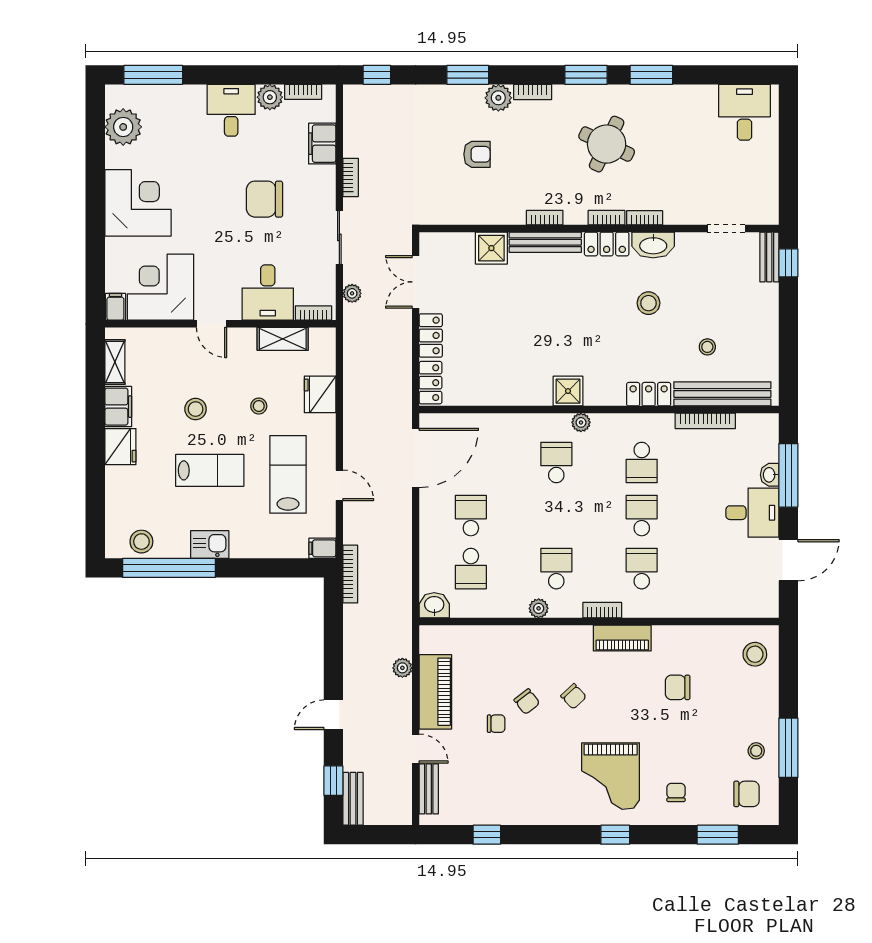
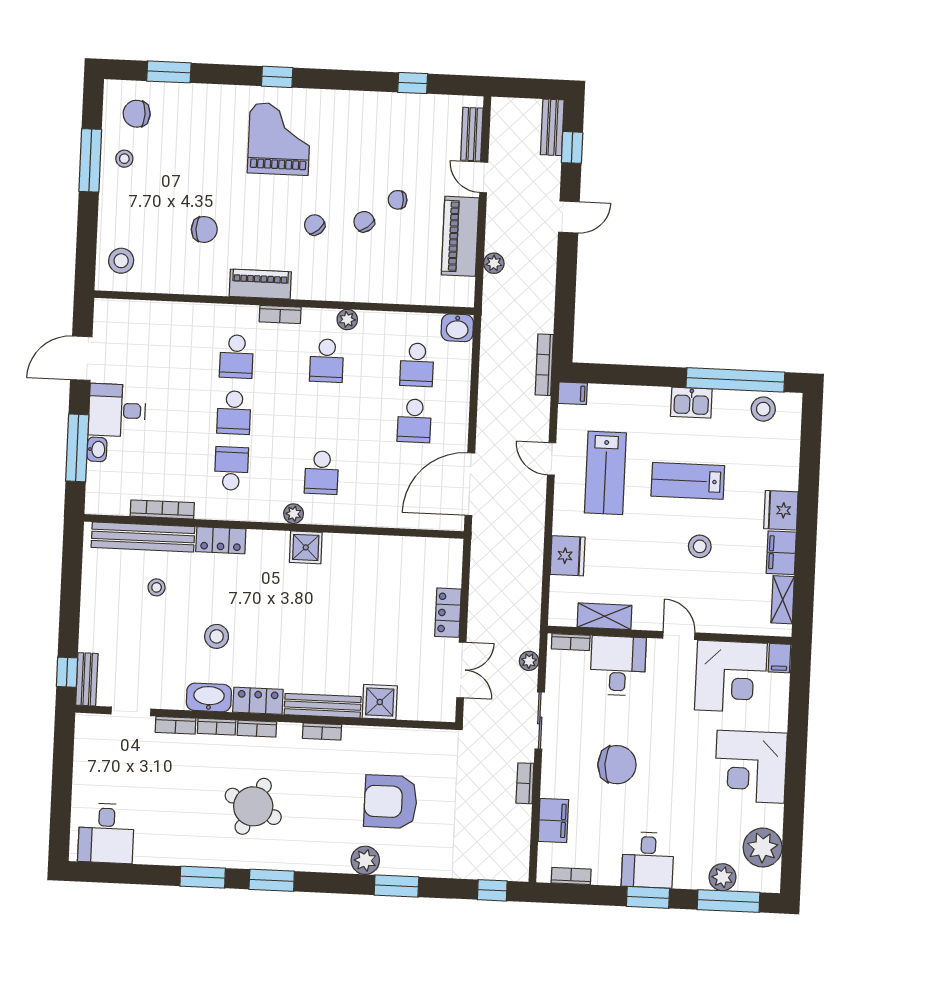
window: (229, 75) -> (648, 897), added
bookcase: (533, 92) -> (176, 725), moved, turned 180
plant: (270, 97) -> (722, 877), moved
armchair: (477, 154) -> (391, 802), width x1.88, depth x1.88
locker: (430, 383) -> (451, 563), removed
stool: (259, 406) -> (633, 546), removed
school desk: (471, 569) -> (417, 365), turned 180
chair: (676, 792) -> (211, 119), removed

